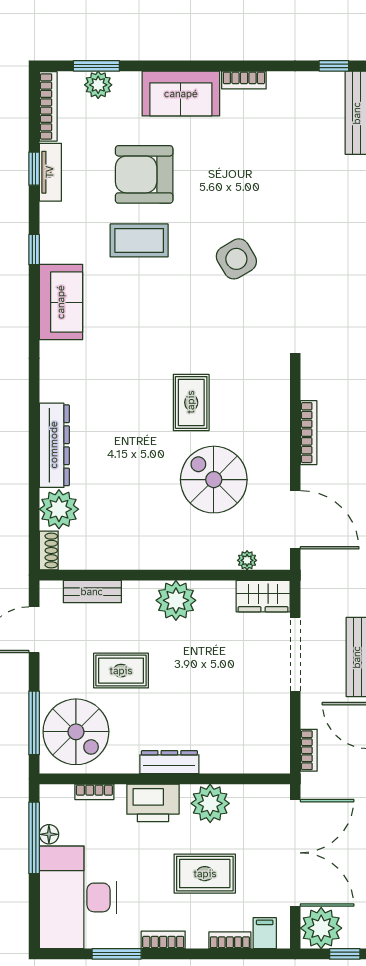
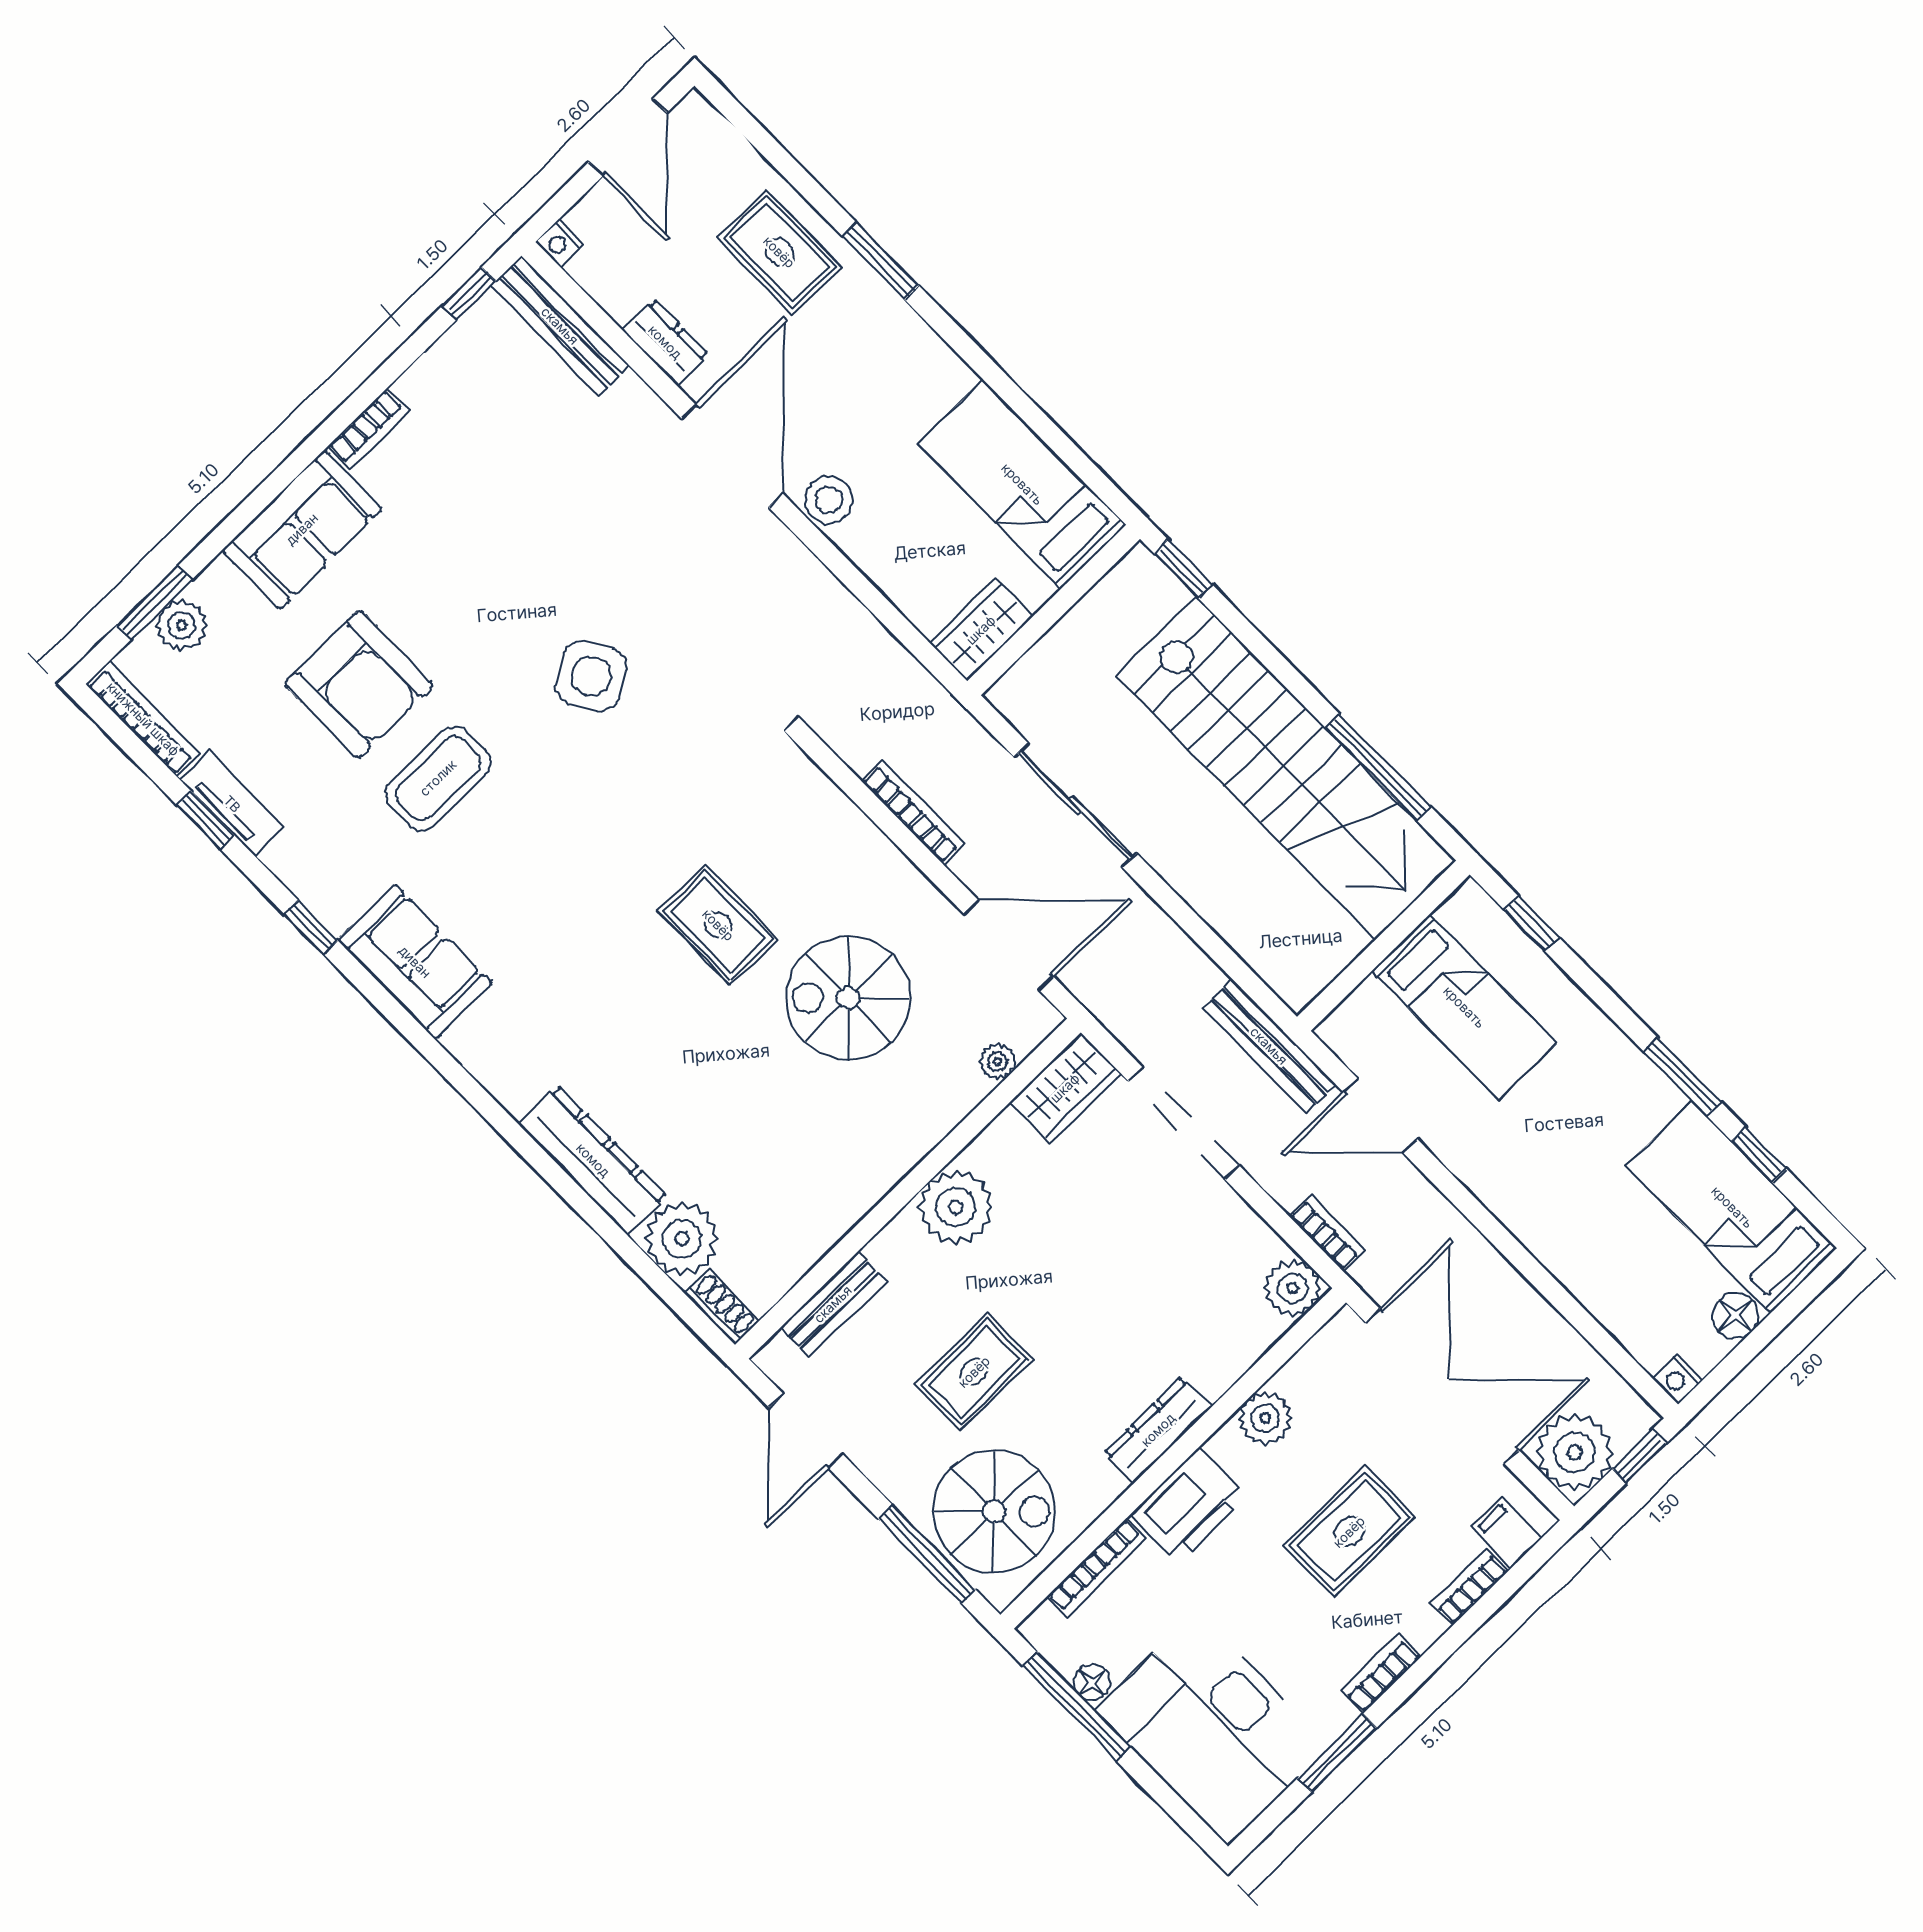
armchair: (144, 174) -> (359, 684), turned -90
plant: (275, 759) -> (1293, 1288), added
bookcase: (94, 792) -> (1097, 1567), width x1.56
plant: (210, 803) -> (1265, 1418), width x0.73, depth x0.73

